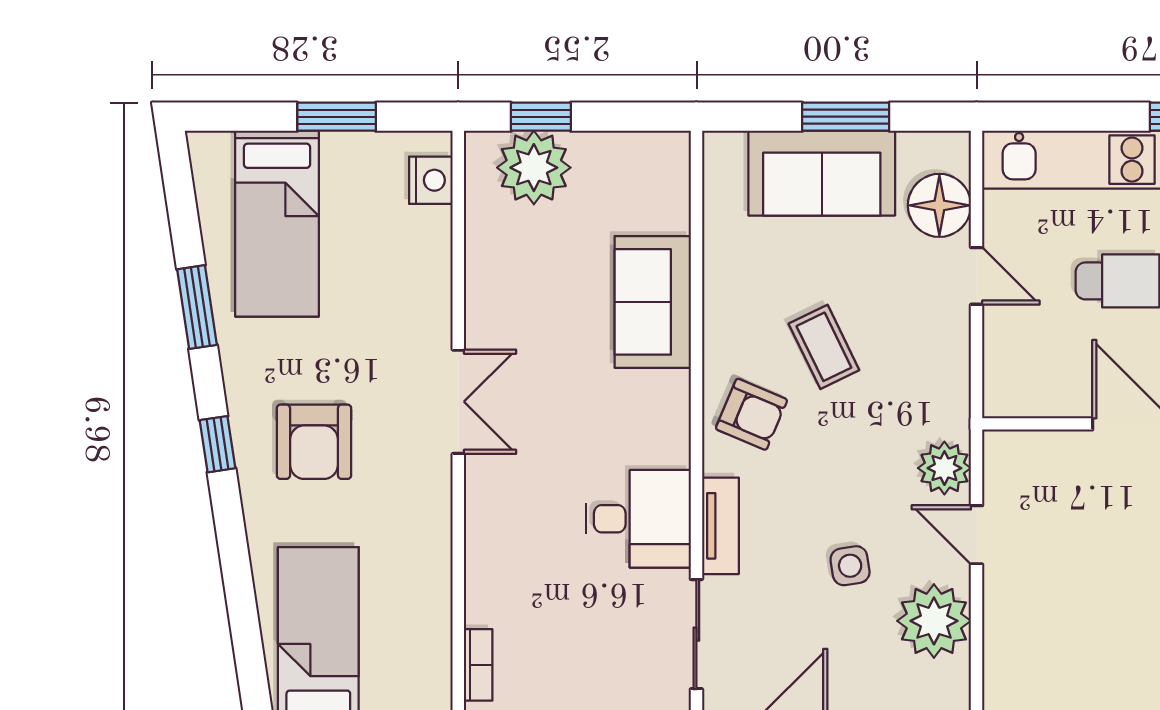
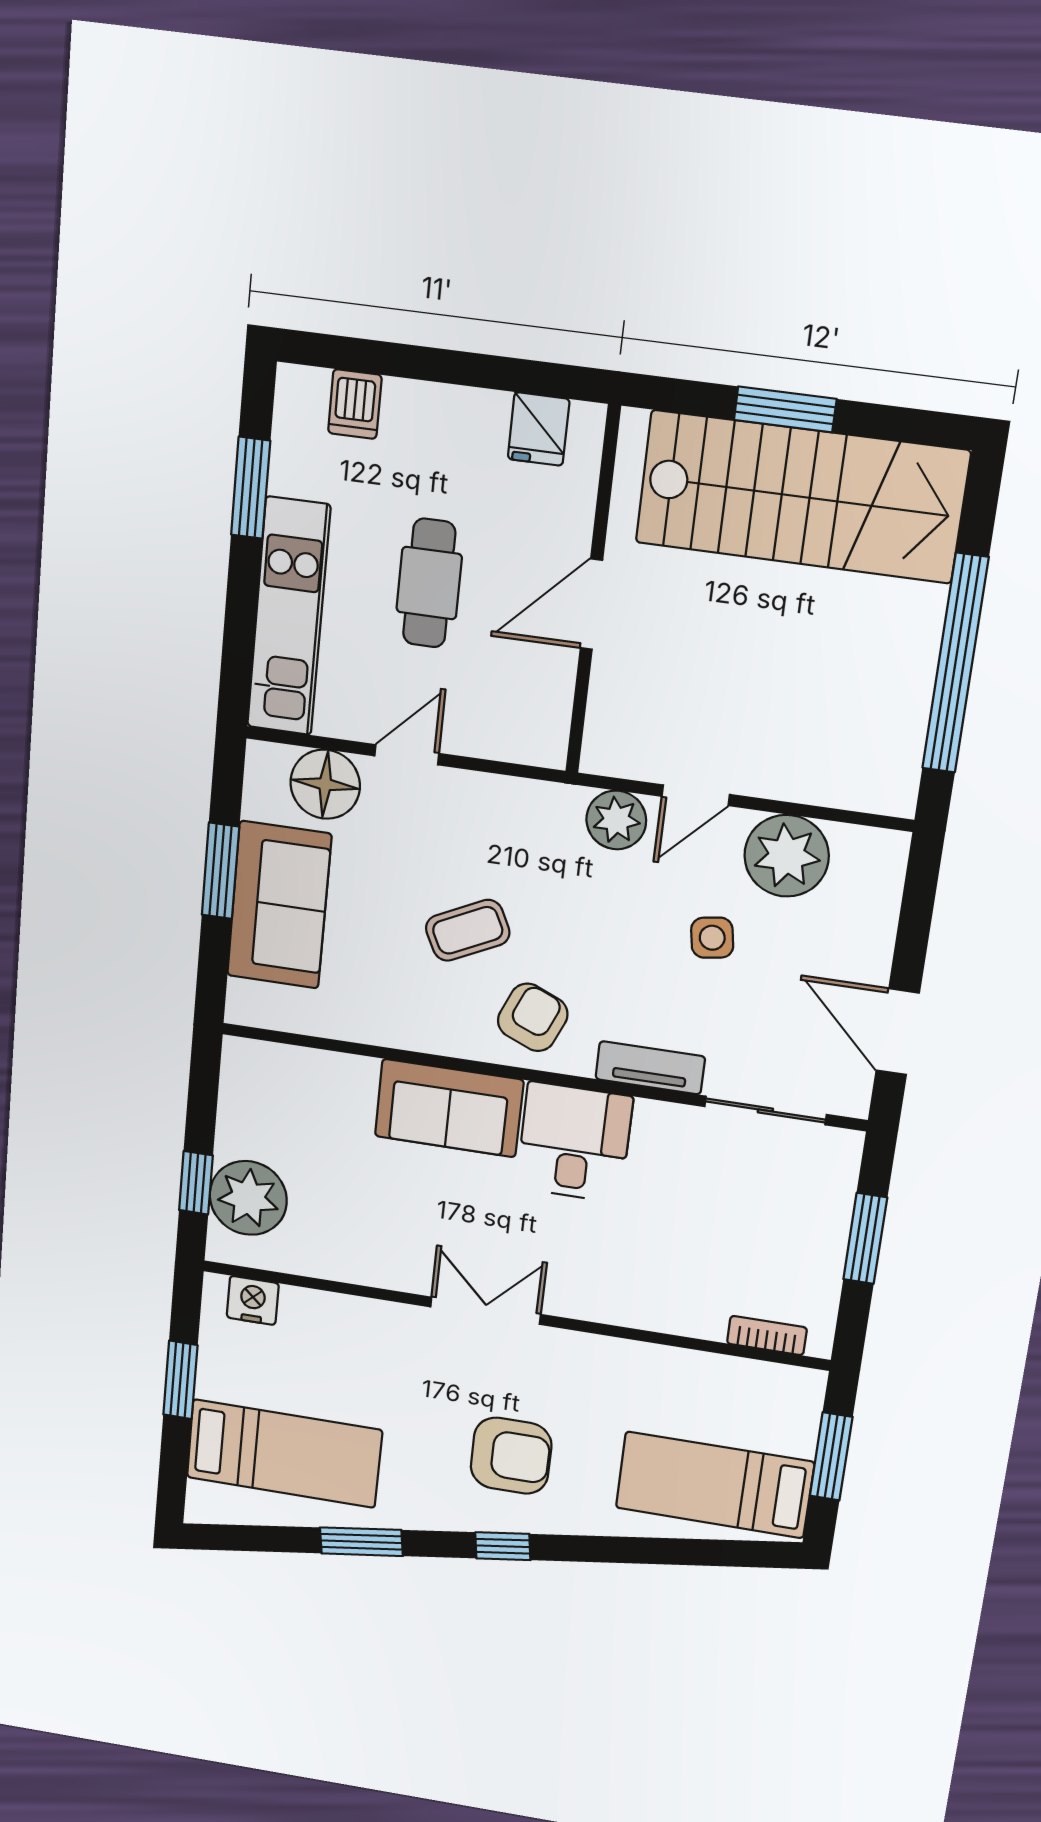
sofa: (653, 302) -> (449, 1108), moved
desk: (638, 519) -> (574, 1142), moved

